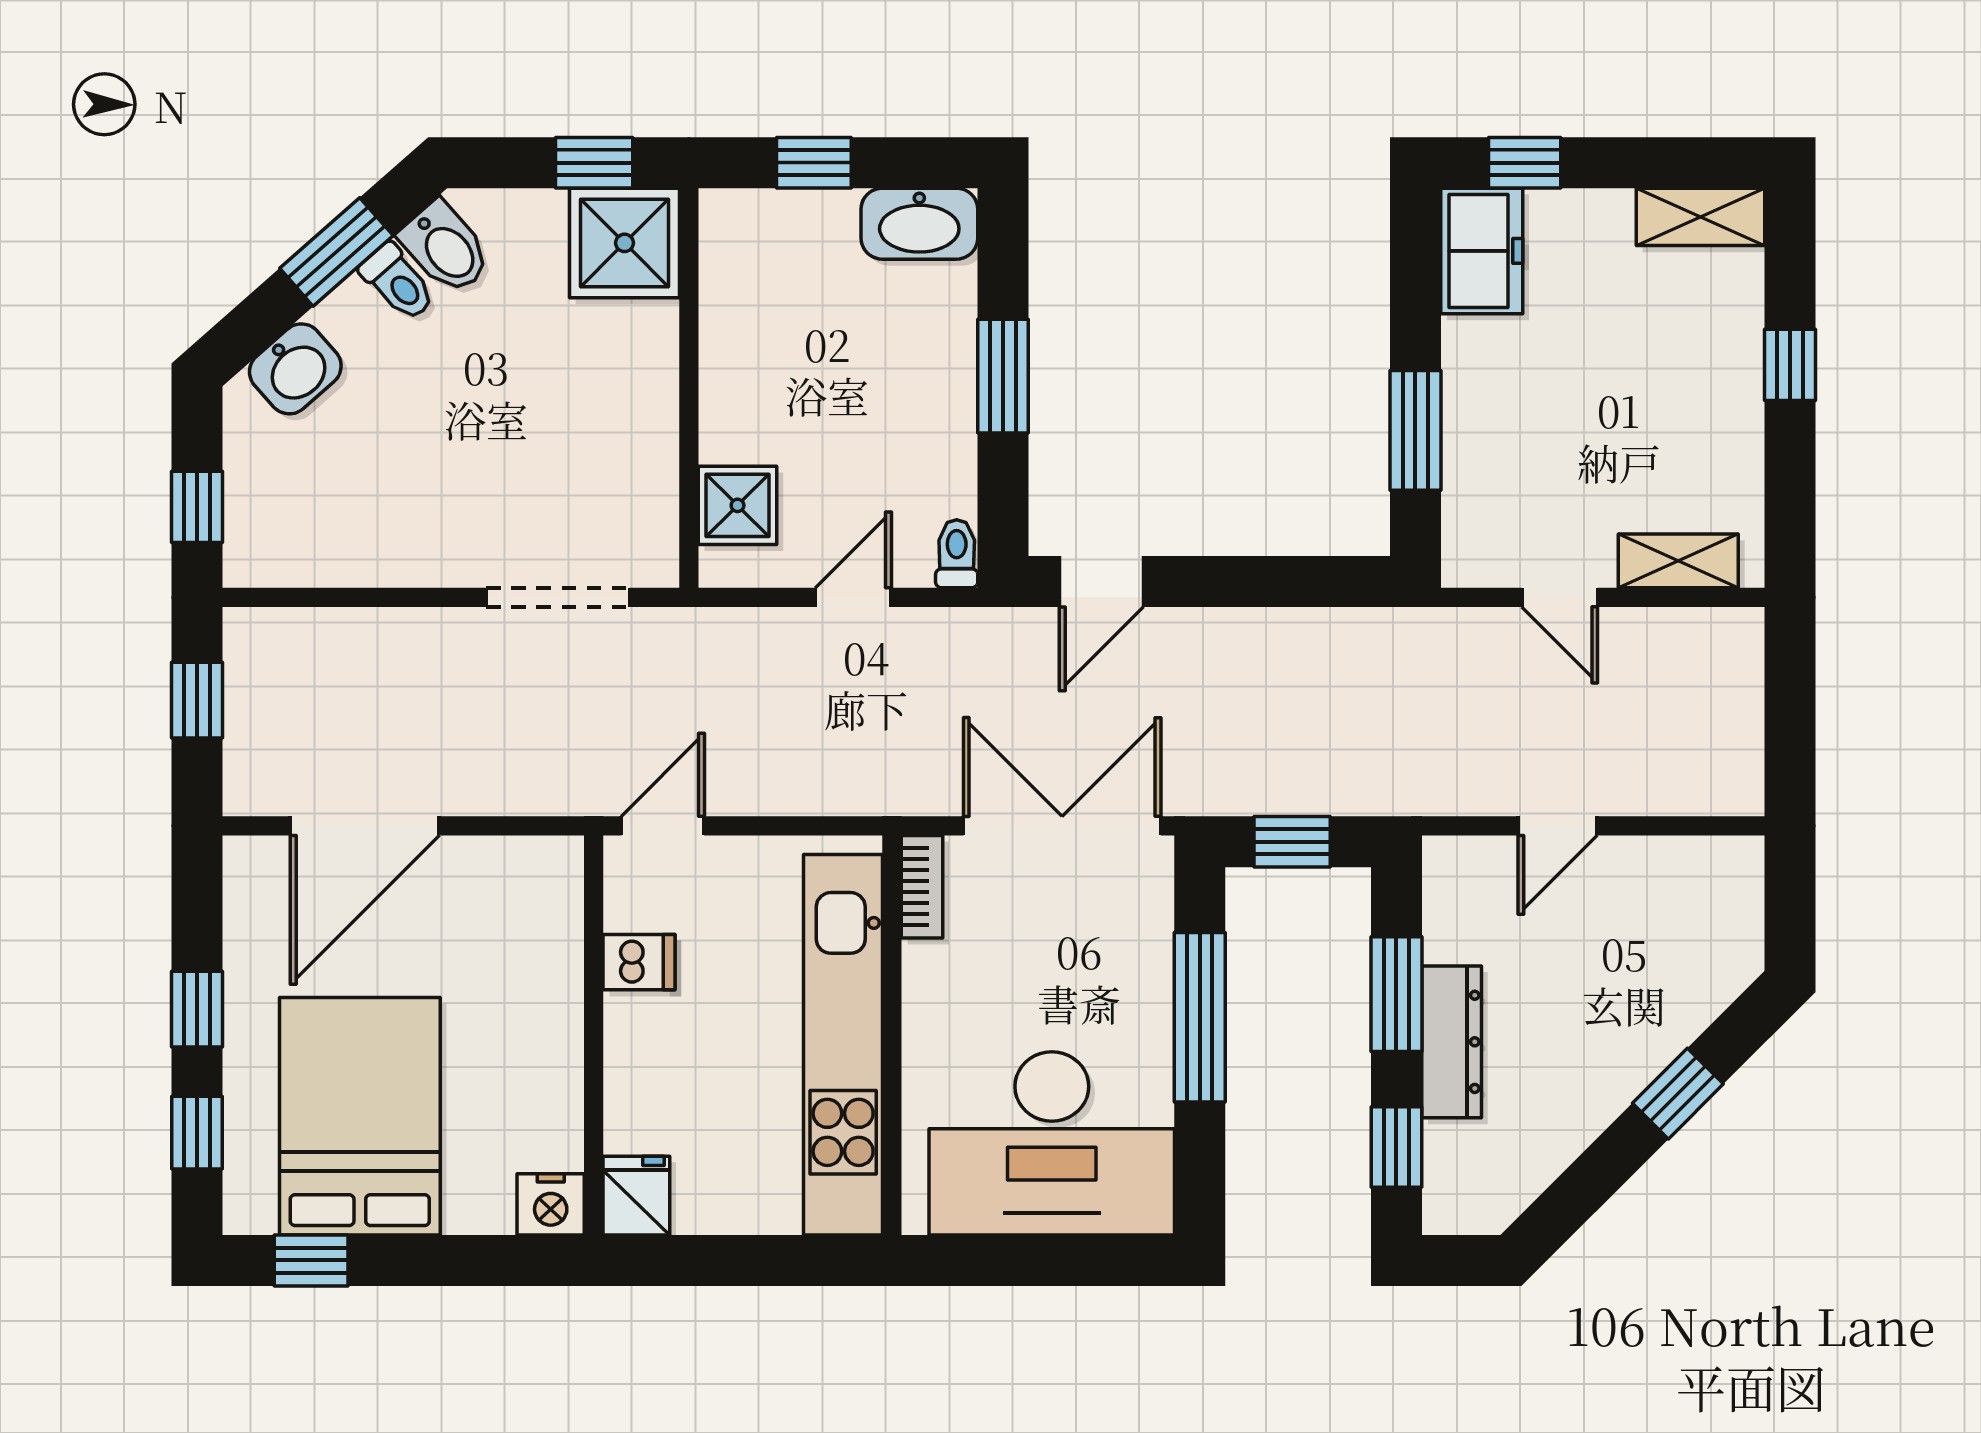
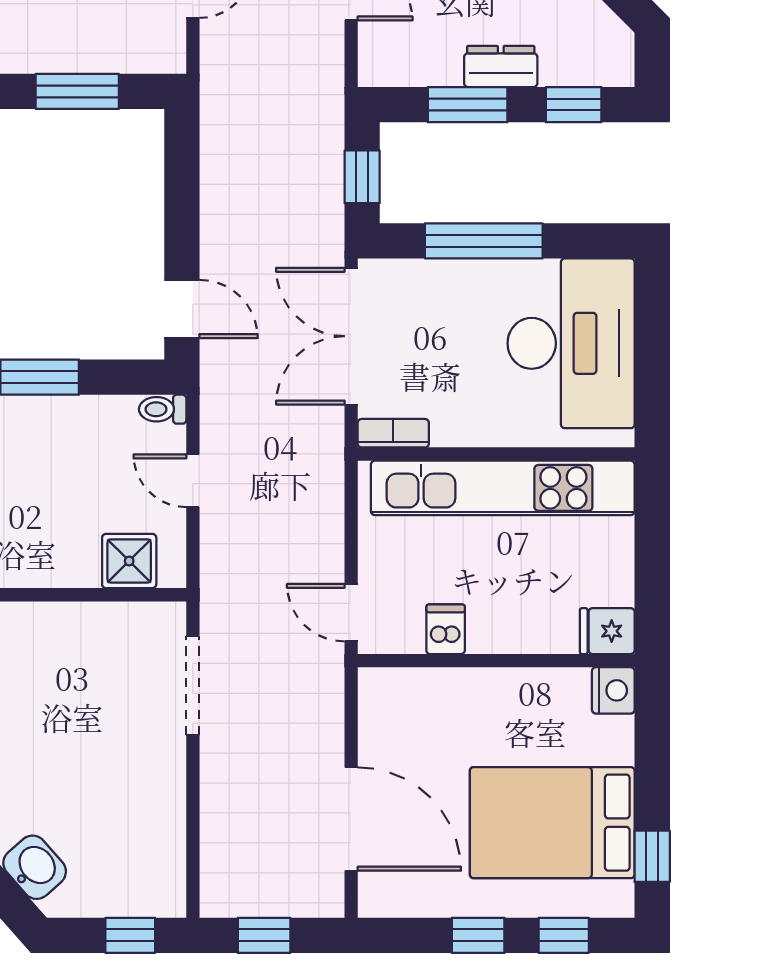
dresser: (1452, 1042) -> (501, 66), width x0.70

